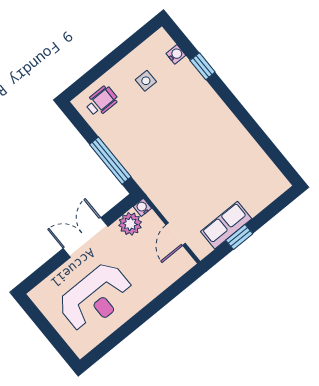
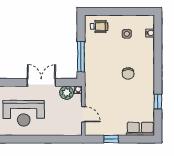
window: (203, 66) -> (158, 102), moved
chair: (191, 132) -> (128, 74), added
row of seats: (226, 225) -> (140, 129), moved
door: (176, 234) -> (83, 114), swing flipped

